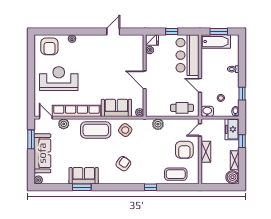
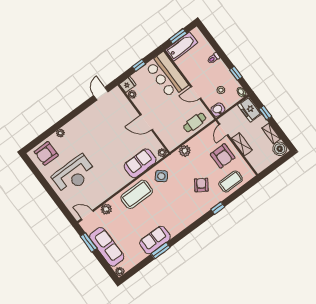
door: (113, 32) -> (101, 94), moved
armchair: (49, 46) -> (46, 153), turned 90
reception desk: (59, 79) -> (74, 174), turned 180
row of seats: (76, 111) -> (109, 190), removed
armchair: (123, 164) -> (201, 185), moved

